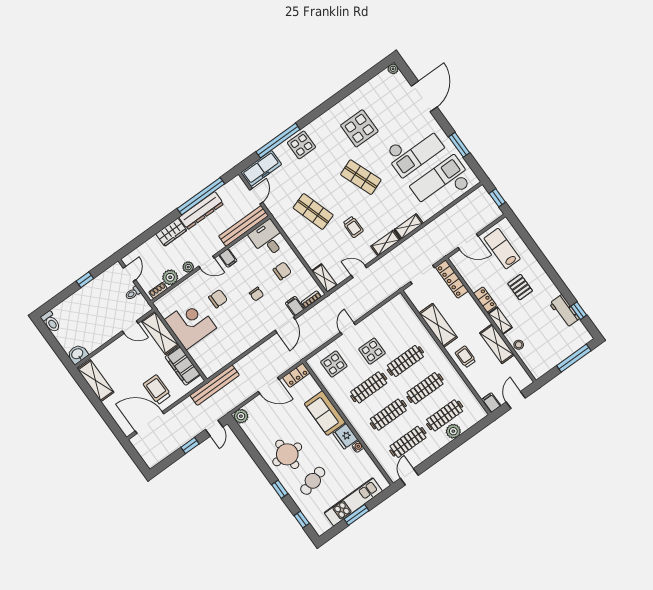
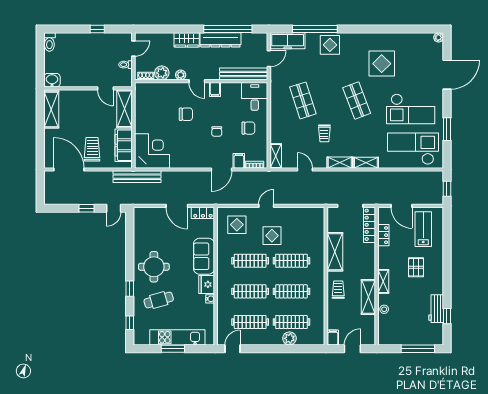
locker: (485, 300) -> (383, 235), moved
corner desk: (190, 324) -> (152, 151), moved
plant: (241, 416) -> (140, 214), removed

